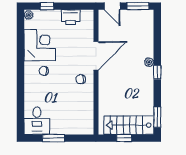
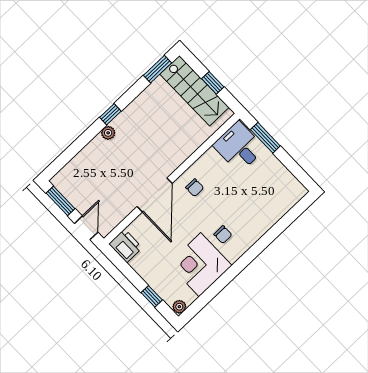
printer: (71, 17) -> (126, 246), moved
door: (96, 56) -> (155, 195), swing flipped
desk: (37, 121) -> (239, 147), moved, turned -90
window: (53, 138) -> (265, 138), moved

